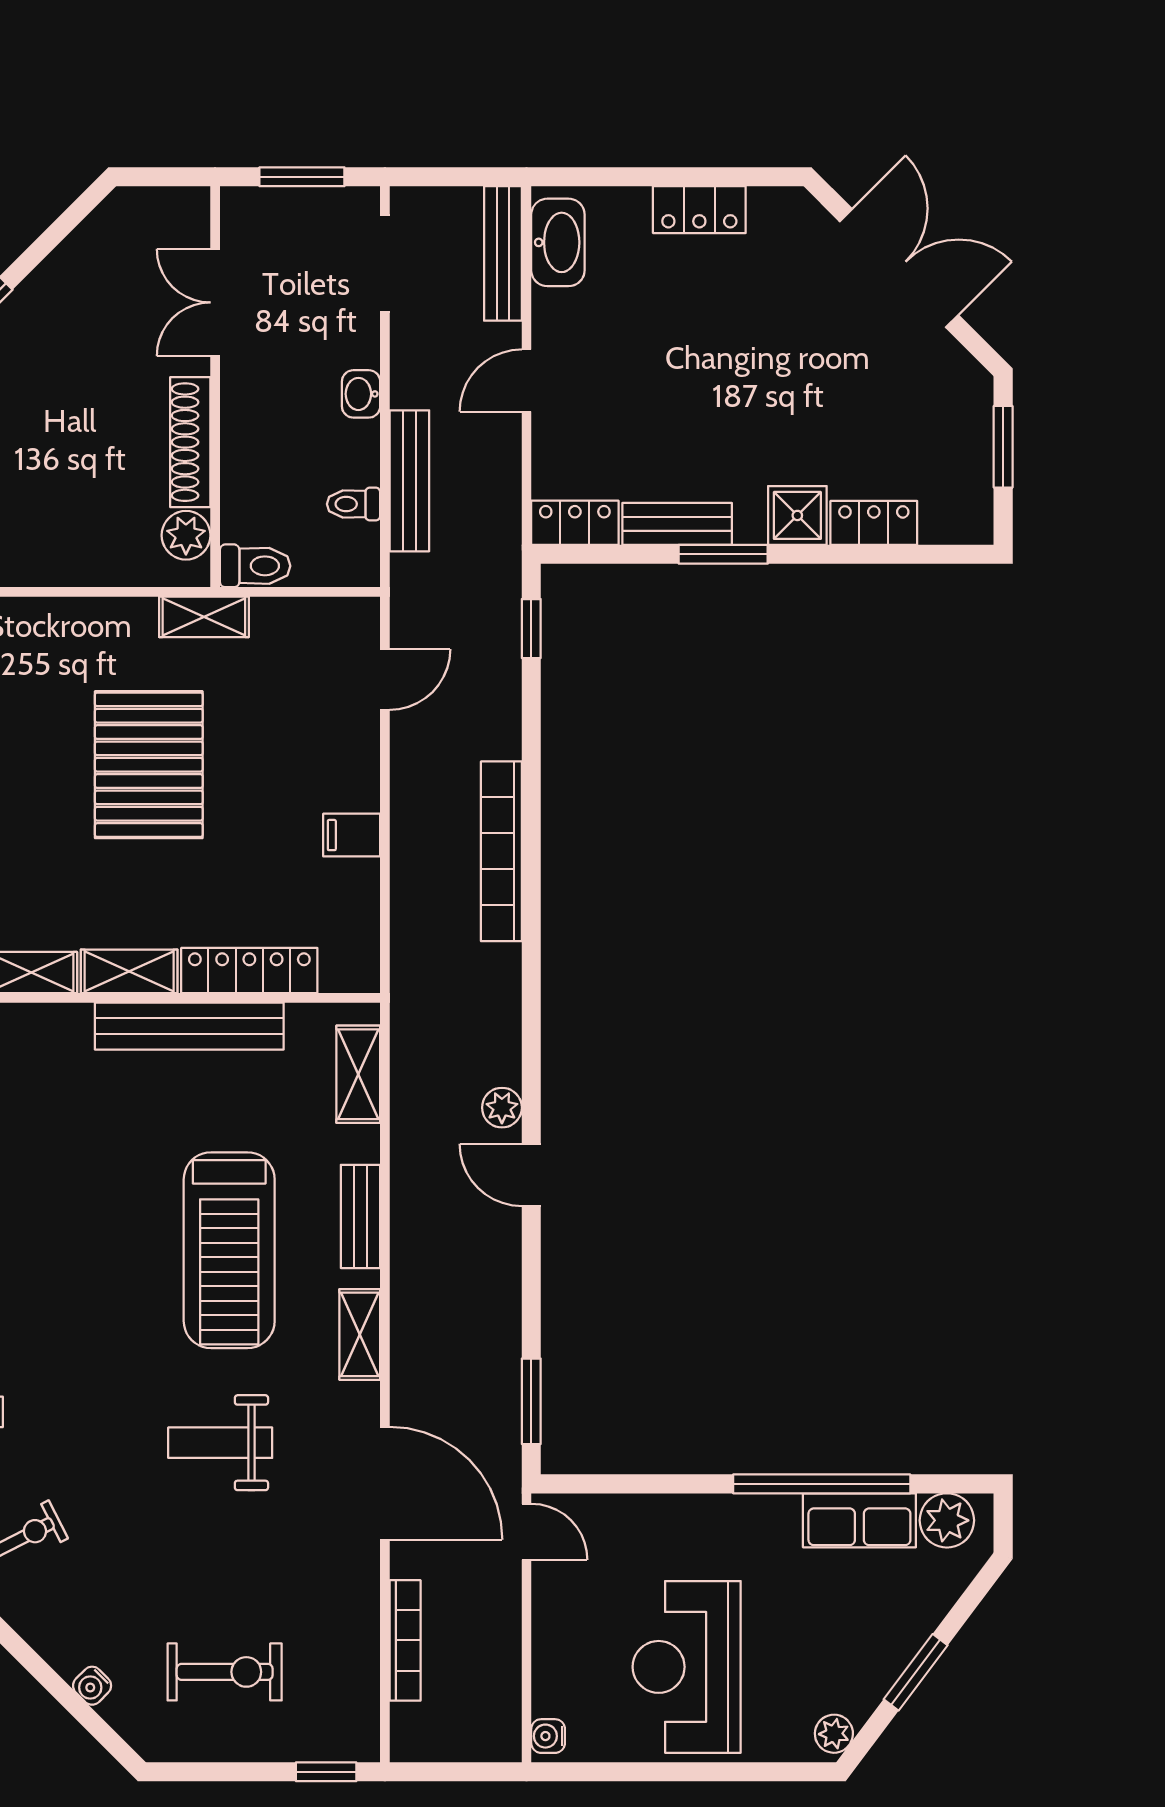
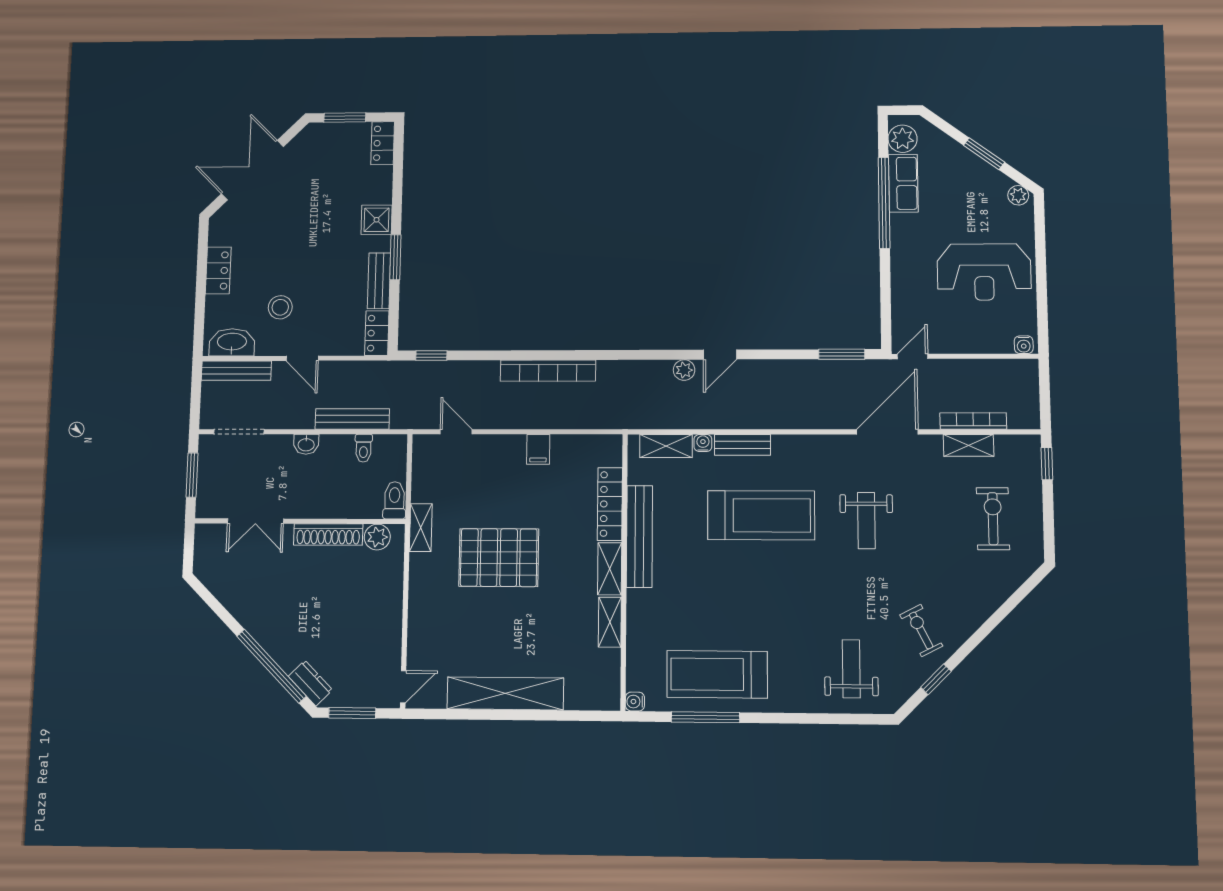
stool: (626, 334) -> (280, 307), added
locker: (874, 523) -> (383, 143), moved
shelving: (360, 1334) -> (969, 445), moved
water cooler: (92, 1686) -> (703, 443), moved, turned -135

